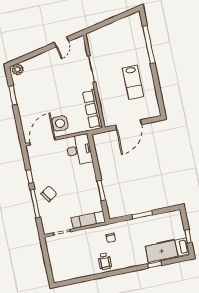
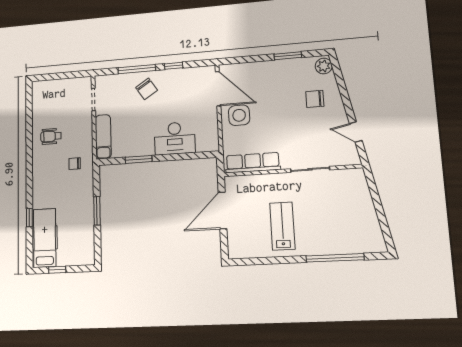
chair: (42, 72) -> (315, 99), added
lab bench: (133, 82) -> (282, 226), turned 90
door: (129, 125) -> (223, 211), hinge flipped
desk: (79, 150) -> (175, 138), moved
wheelchair: (105, 261) -> (51, 136), moved

